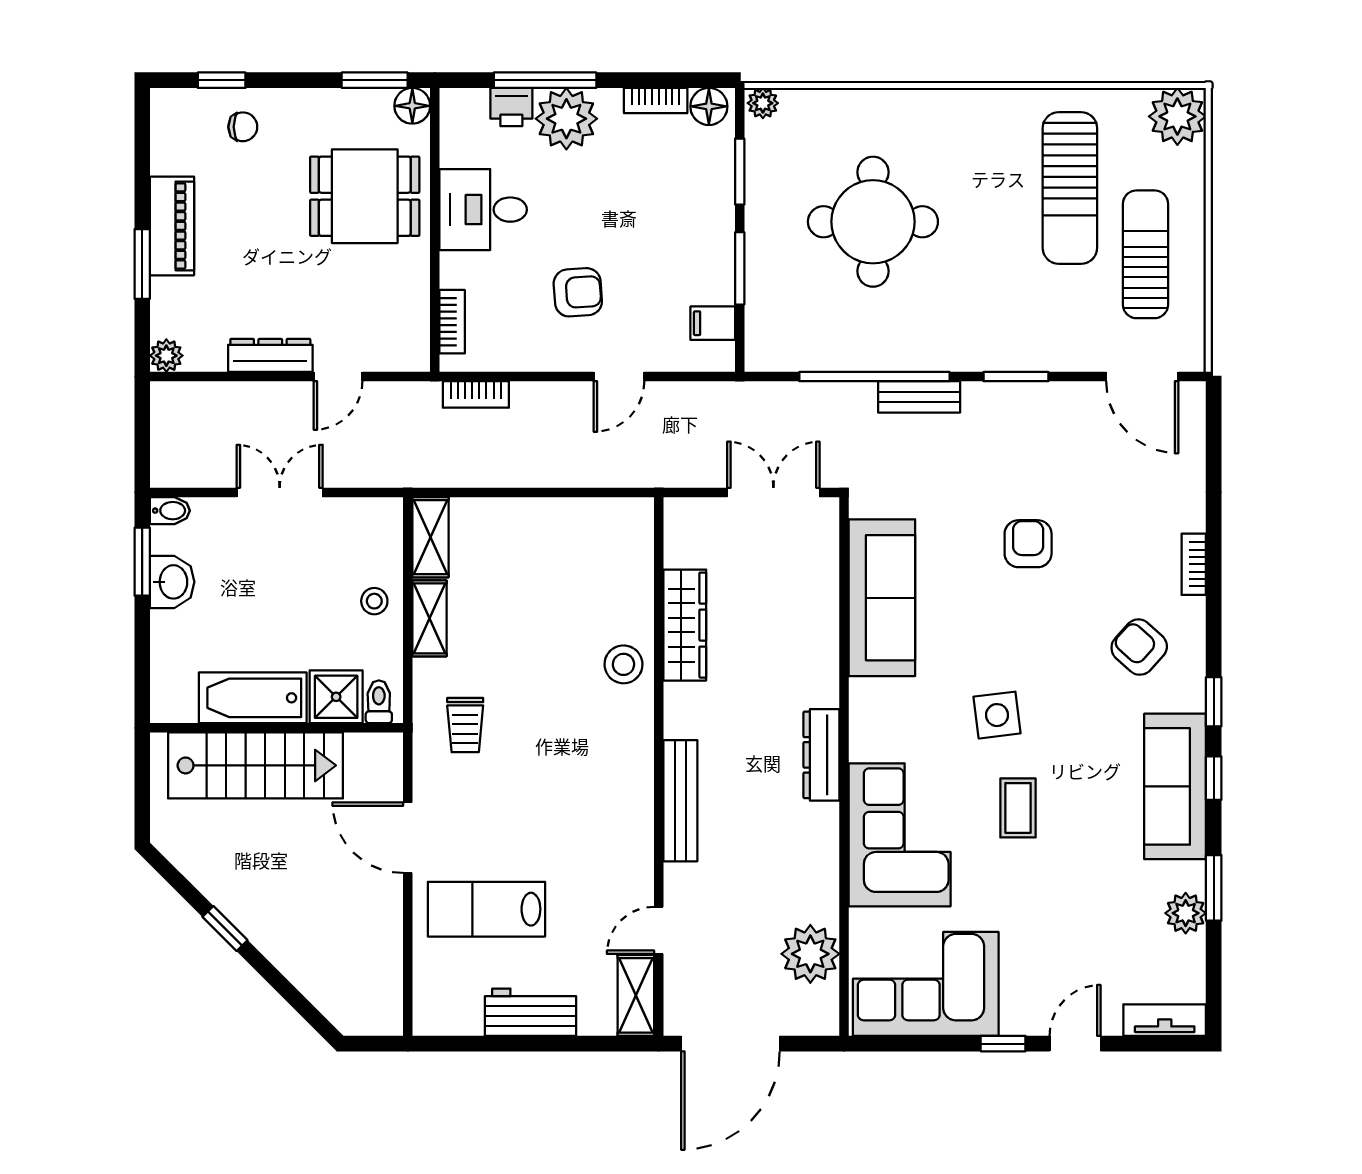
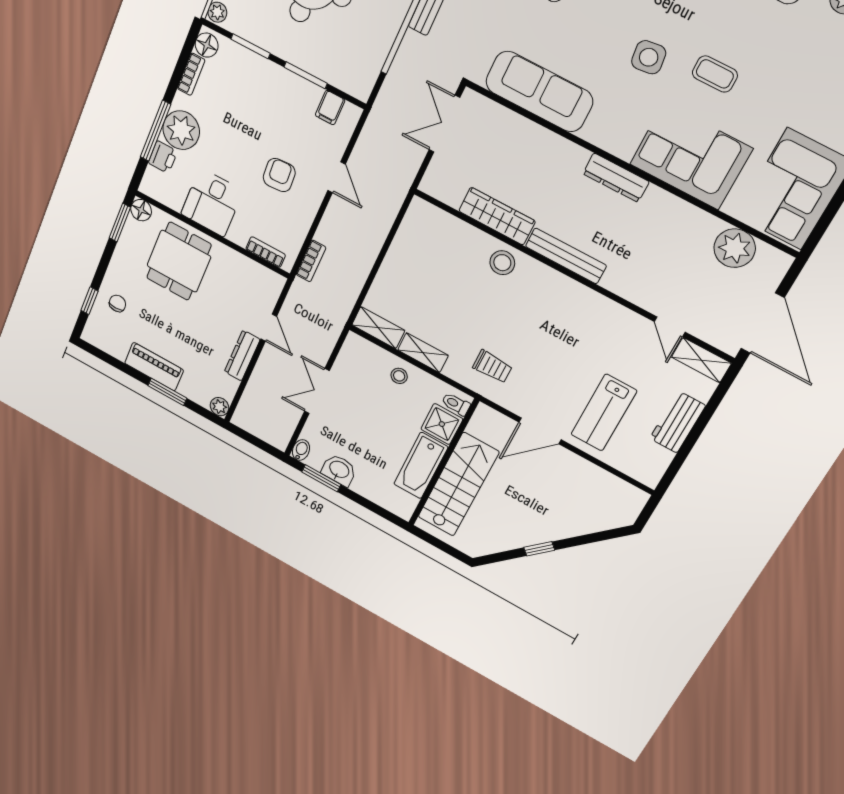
bench: (680, 801) -> (566, 256), moved

